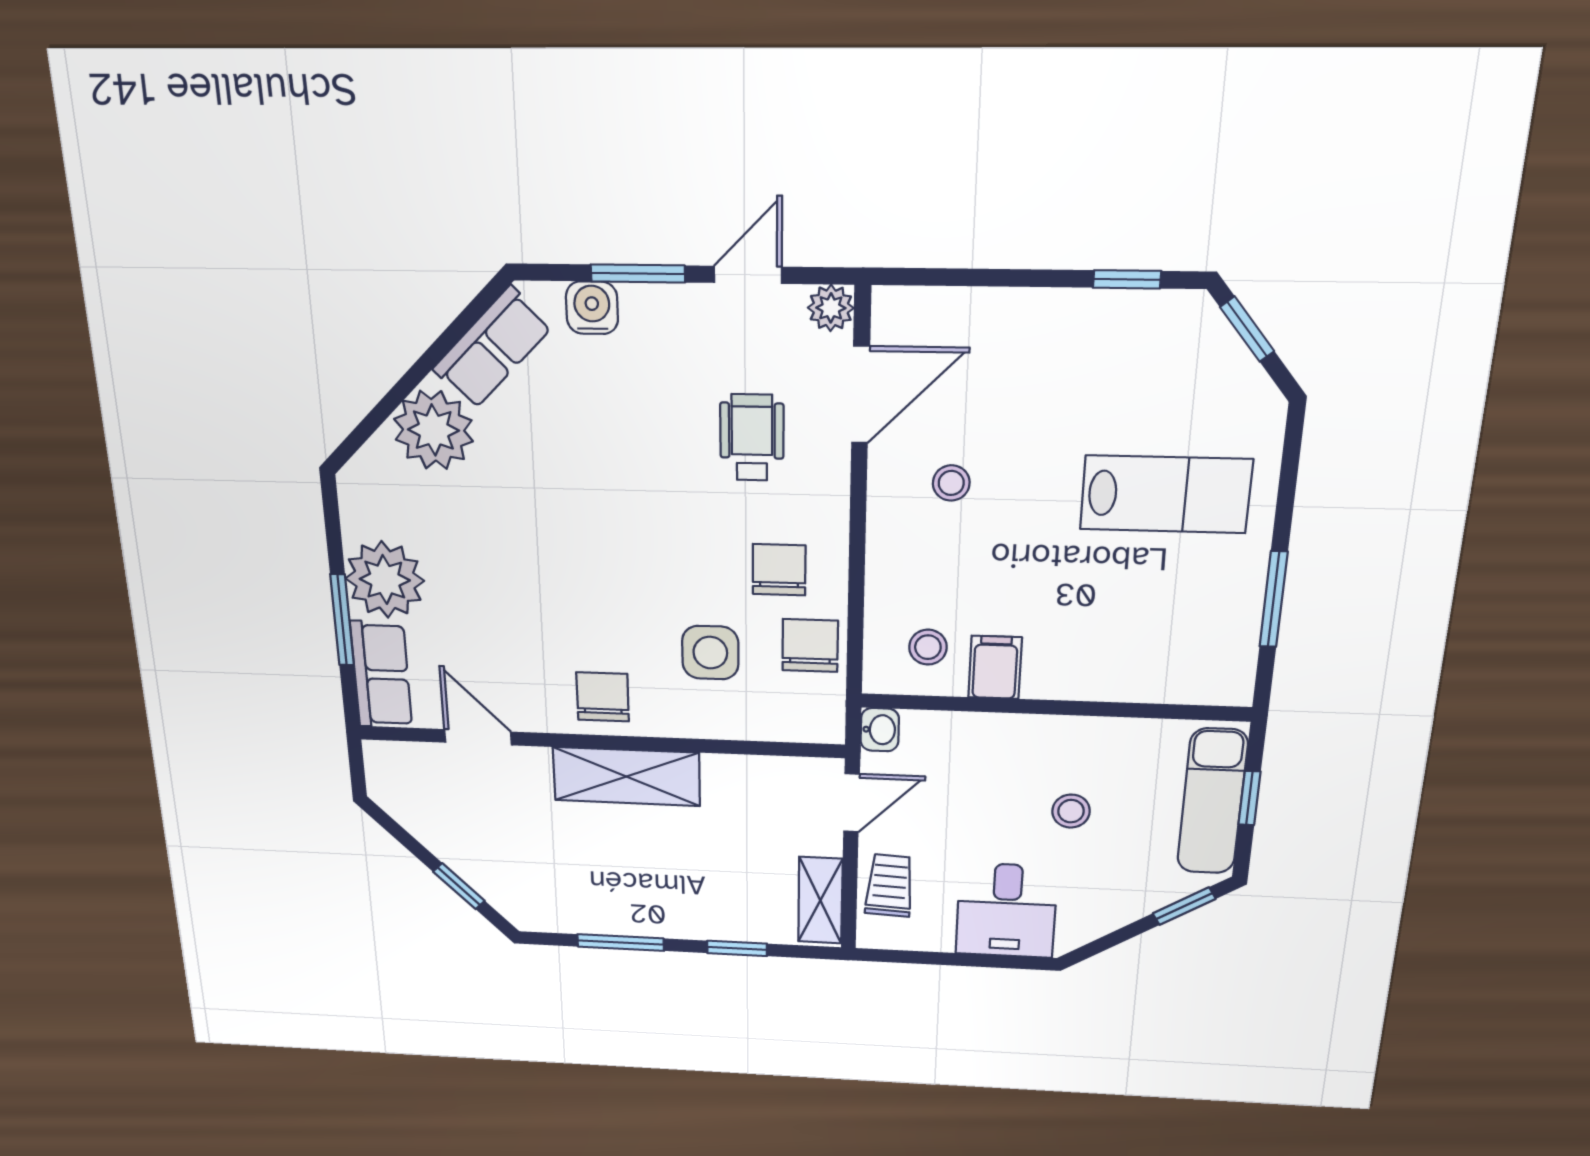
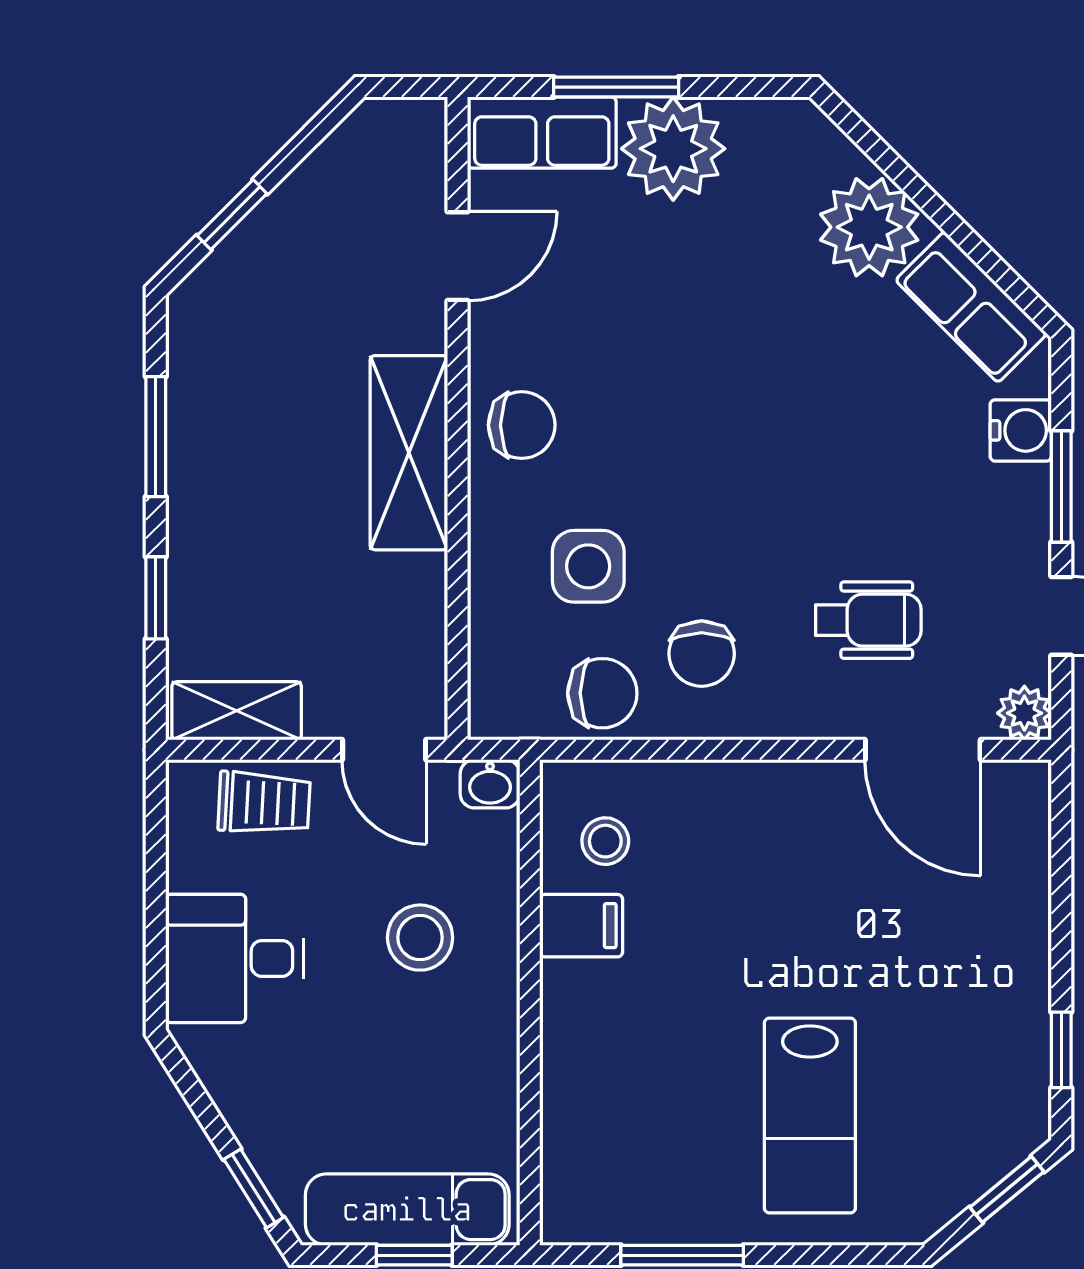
stool: (951, 483) -> (818, 861), removed
chair: (779, 570) -> (702, 654), turned 90
stool: (1071, 811) -> (420, 938), moved, width x1.37, depth x1.37

